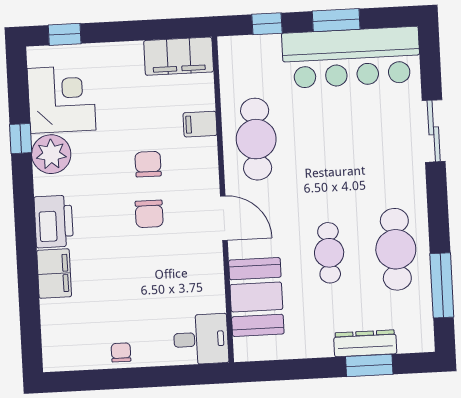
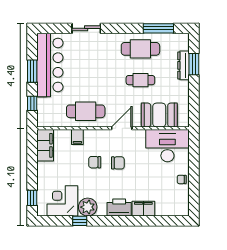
desk: (201, 339) -> (167, 146), width x1.87, depth x1.30

